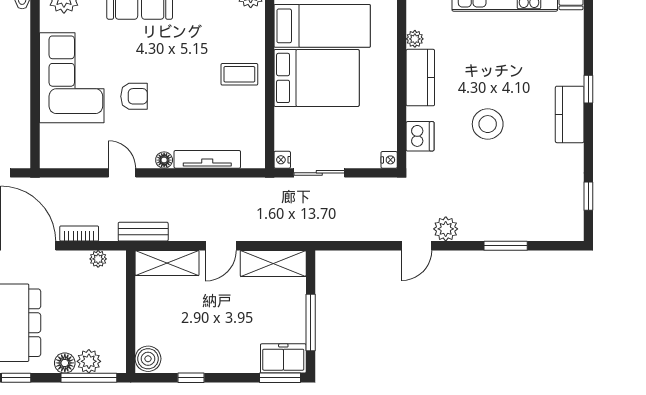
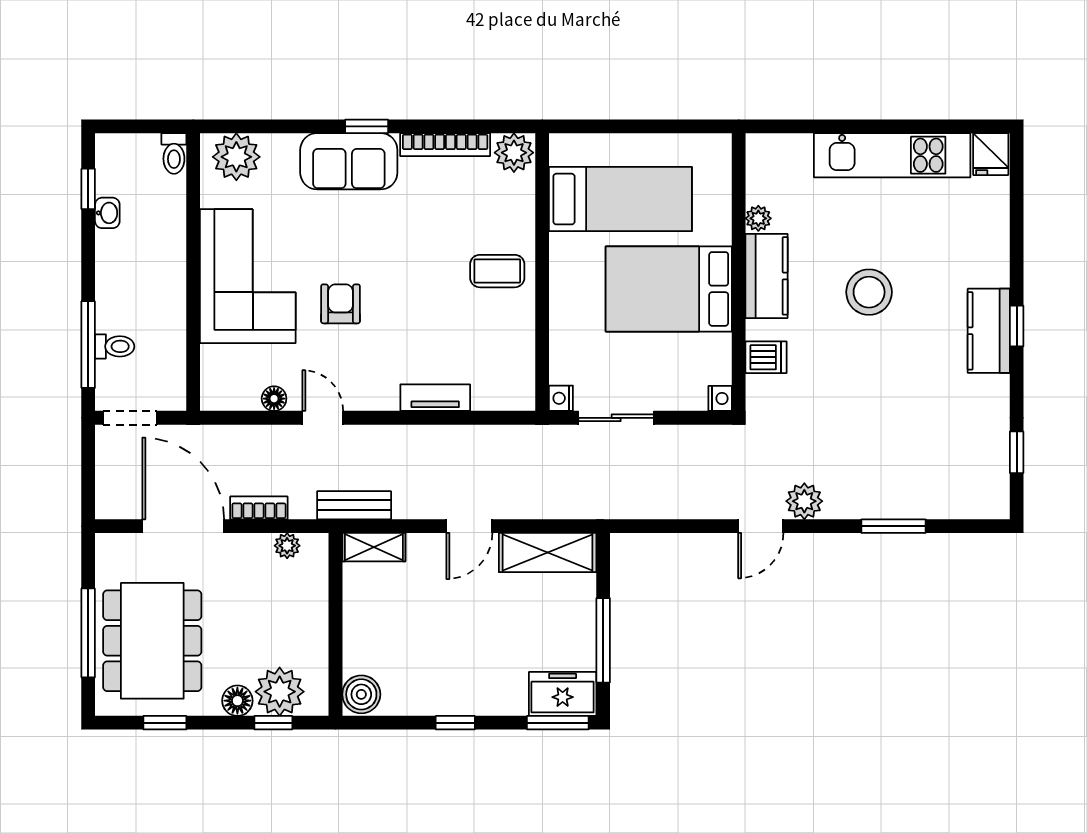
bed: (317, 78) -> (669, 289), moved, turned 180
window: (588, 89) -> (1017, 326), moved
armchair: (134, 96) -> (341, 304), turned -90
stool: (488, 124) -> (869, 292), moved
dishwasher: (420, 136) -> (766, 357), width x0.73
tv unit: (207, 159) -> (435, 398), width x0.71
floor lamp: (164, 160) -> (274, 399), moved
shelving: (167, 263) -> (374, 547), width x0.67, depth x0.75
plant: (89, 361) -> (280, 692), width x1.36, depth x1.36
window: (89, 378) -> (273, 723), width x0.46
window: (191, 378) -> (455, 723), moved

